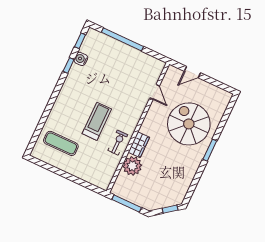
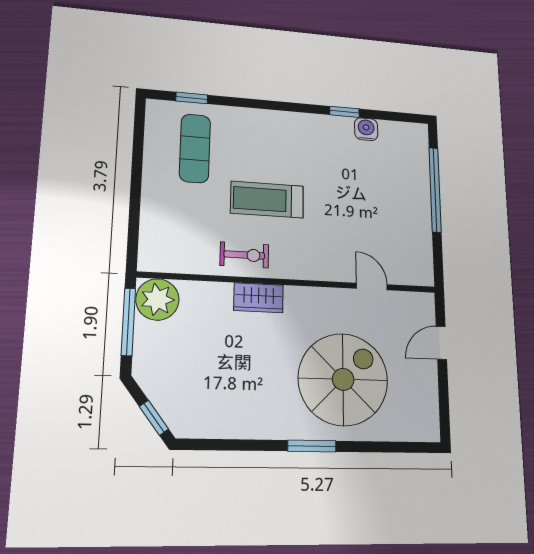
window: (80, 41) -> (192, 98), moved
door: (192, 72) -> (441, 343), hinge flipped
door: (155, 92) -> (372, 287), swing flipped
treadmill: (97, 121) -> (267, 200), turned 180
plant: (132, 166) -> (157, 299), moved

